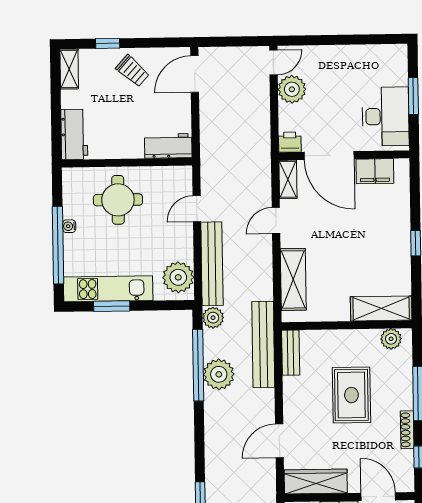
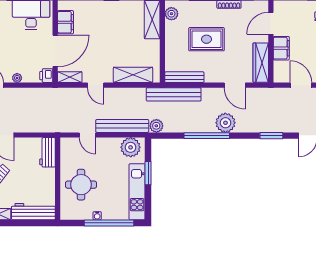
plant: (292, 89) -> (17, 78), width x0.53, depth x0.53
workbench: (74, 134) -> (33, 212), width x1.38
window: (112, 306) -> (148, 173), moved
bench: (291, 353) -> (184, 77), width x1.36
window: (198, 365) -> (207, 136), moved
plant: (219, 374) -> (225, 123), moved

